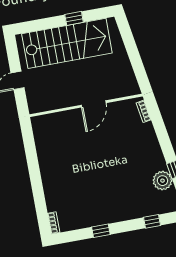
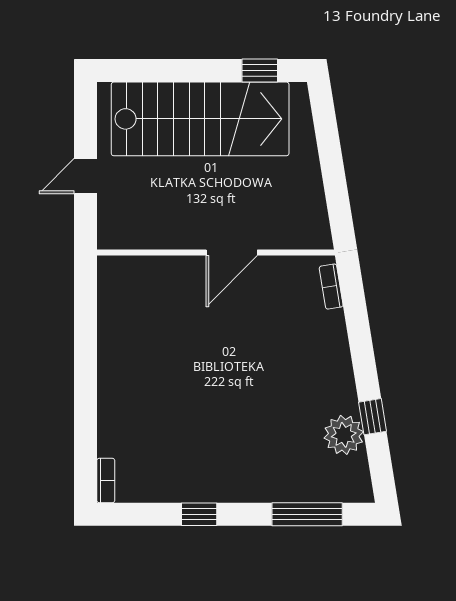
window: (74, 18) -> (260, 71), moved
window: (152, 221) -> (307, 514), width x2.17

